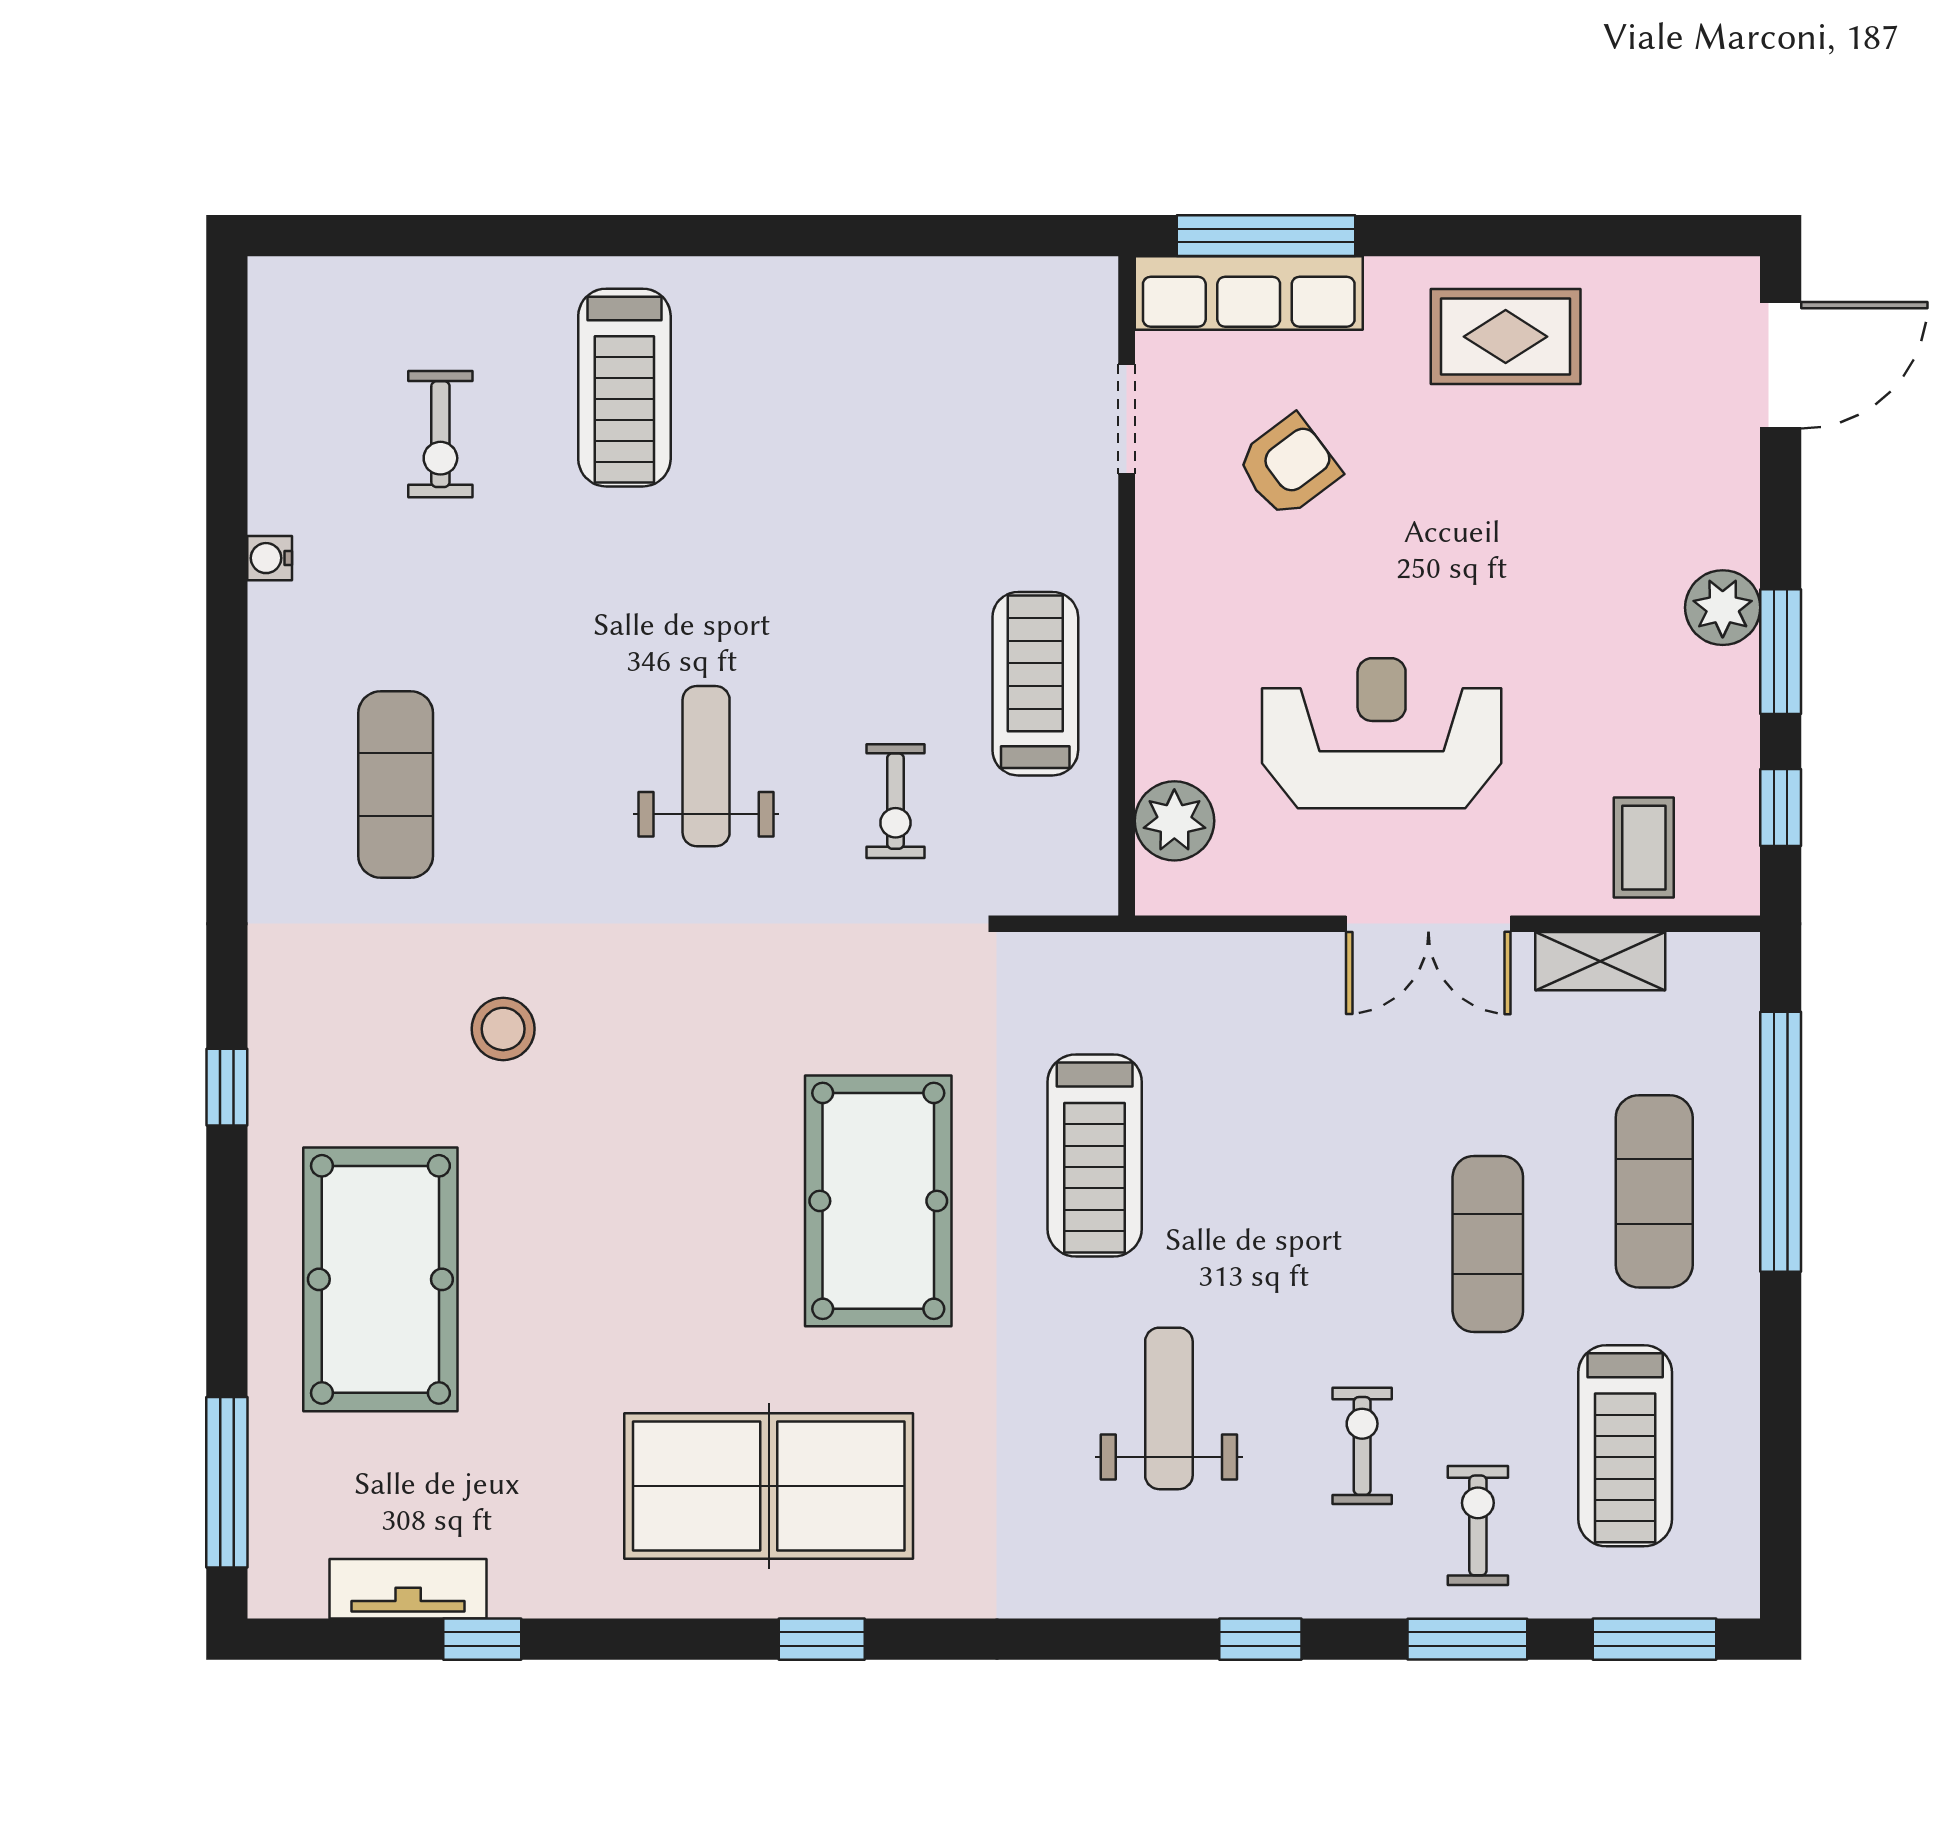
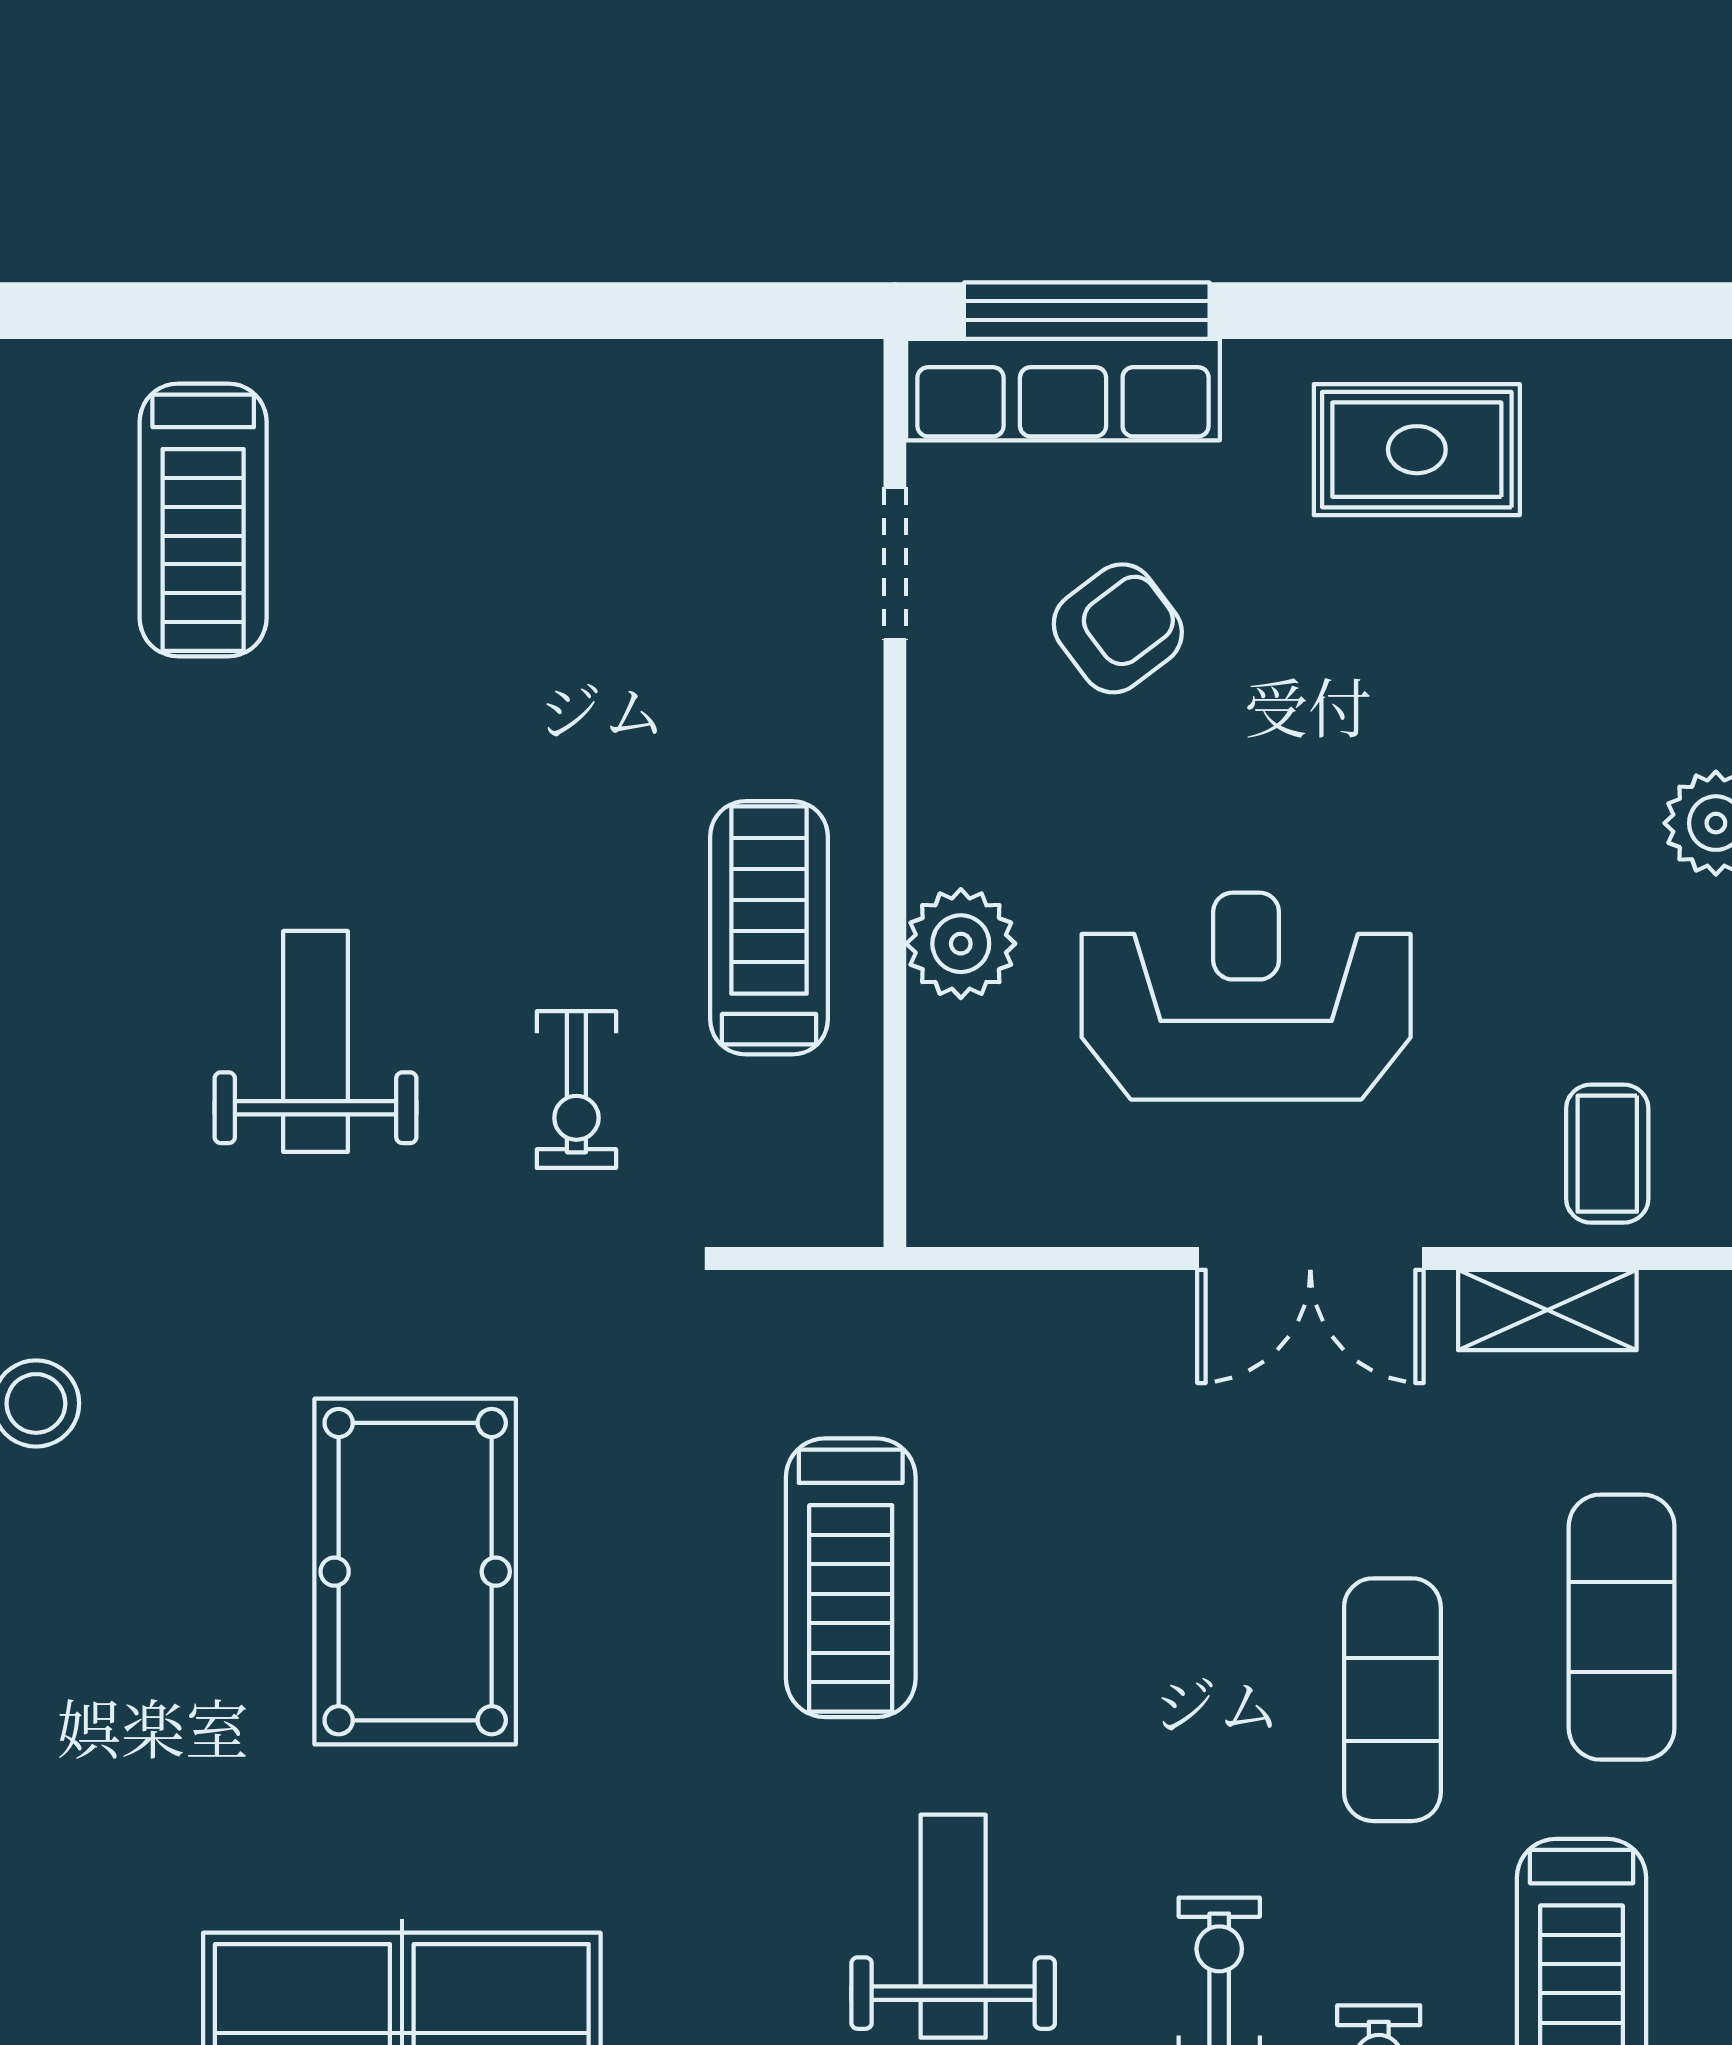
plant: (1174, 821) -> (961, 944), moved
pool table: (878, 1201) -> (415, 1572), moved

